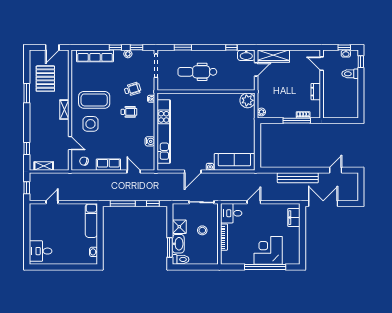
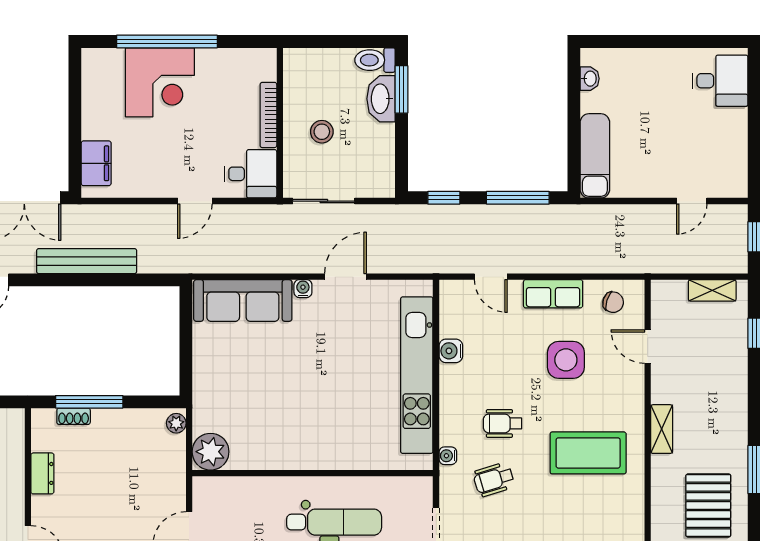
side table: (90, 124) -> (566, 360), moved
shower: (179, 227) -> (378, 141), removed

